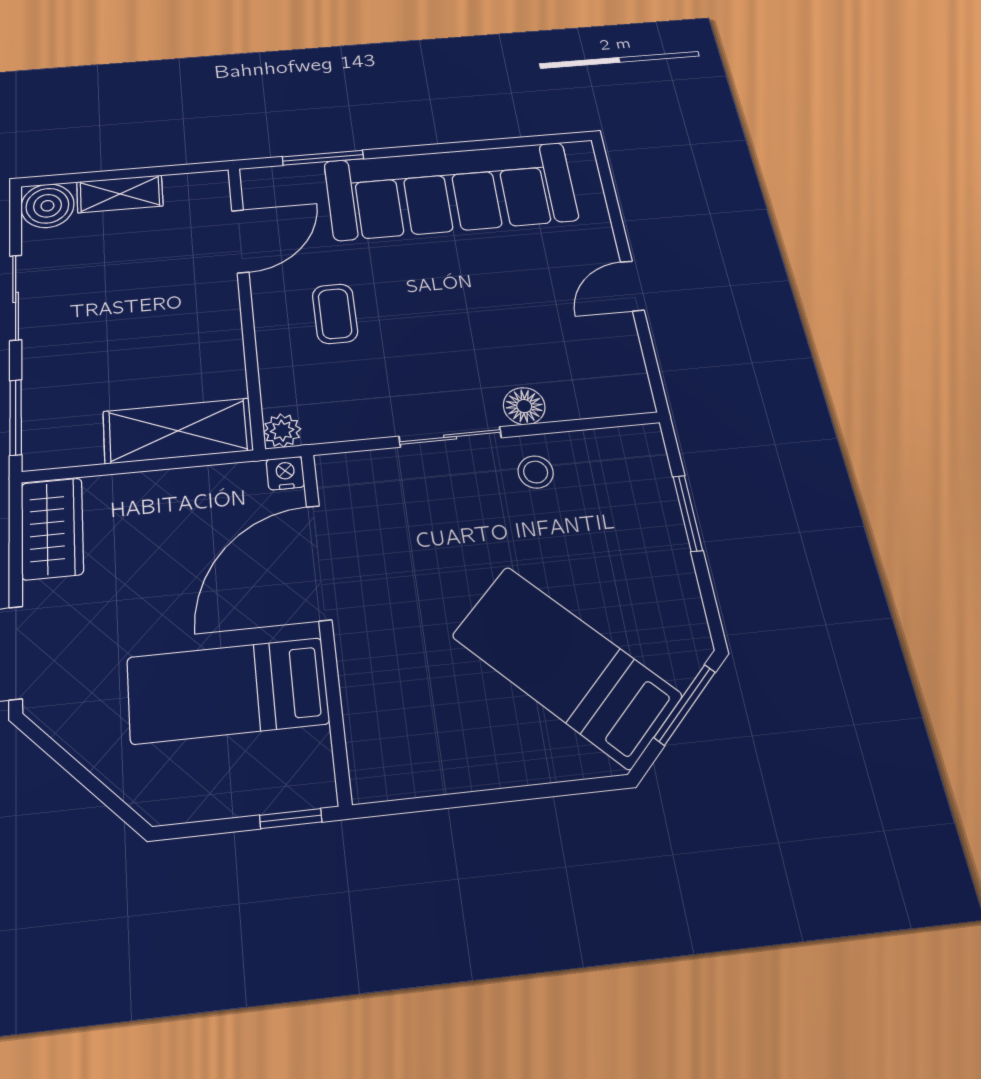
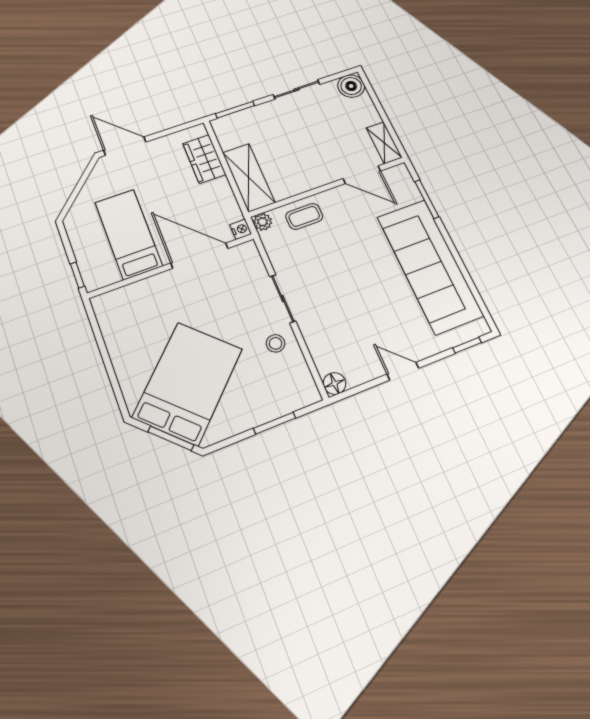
window: (607, 181) -> (467, 345), added
shelving: (120, 194) -> (384, 143), moved
coffee table: (335, 314) -> (304, 216), moved
floor lamp: (524, 406) -> (335, 383), moved
wardrobe: (52, 528) -> (204, 159), moved, turned 90
bed: (566, 665) -> (188, 383), width x1.50

